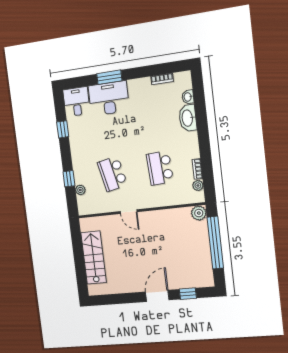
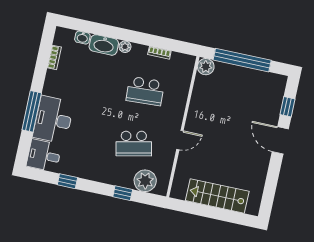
window: (109, 77) -> (32, 111), width x1.44
plant: (198, 185) -> (125, 47), moved
plant: (80, 190) -> (145, 181), width x1.87, depth x1.87

